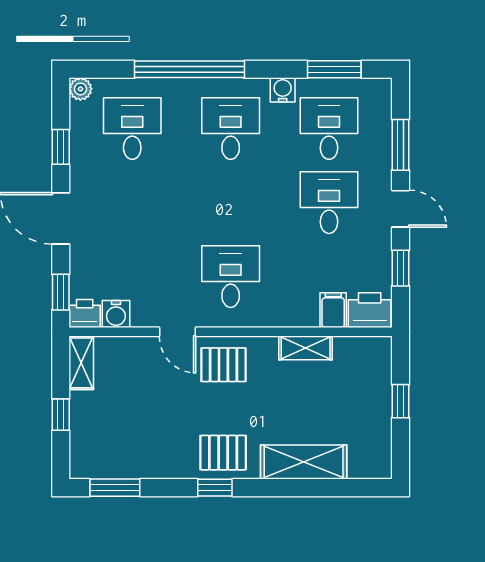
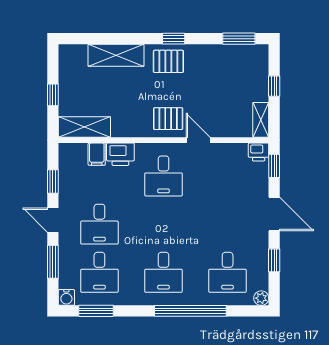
water cooler: (283, 90) -> (66, 297), moved
printer: (370, 310) -> (120, 154), moved
water cooler: (116, 314) -> (238, 152), removed
shelving: (306, 348) -> (84, 127), moved, width x1.50, depth x1.33

